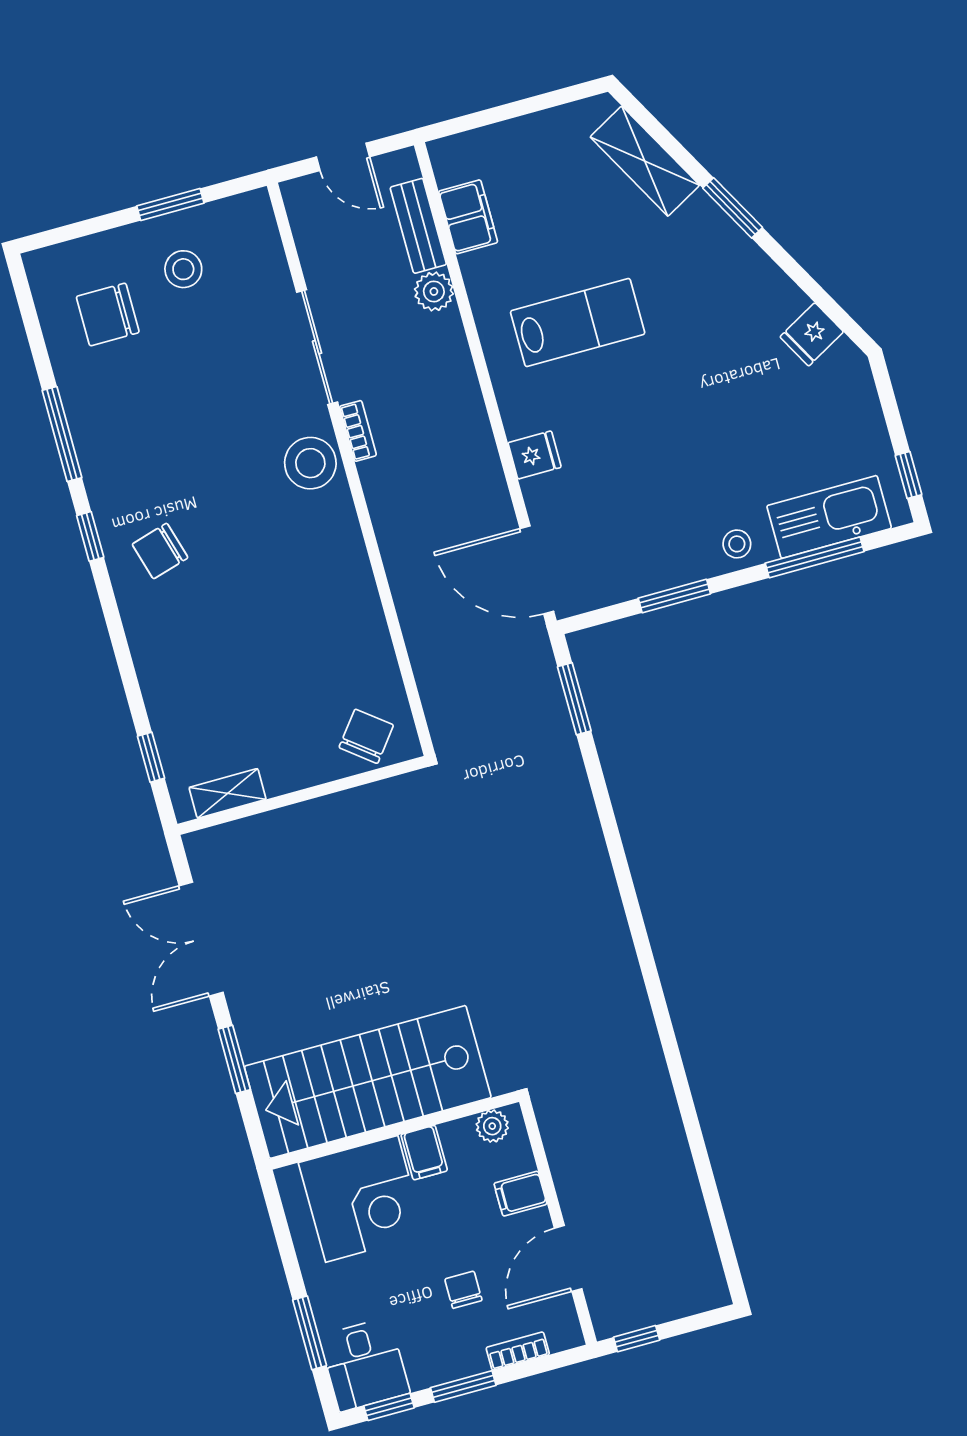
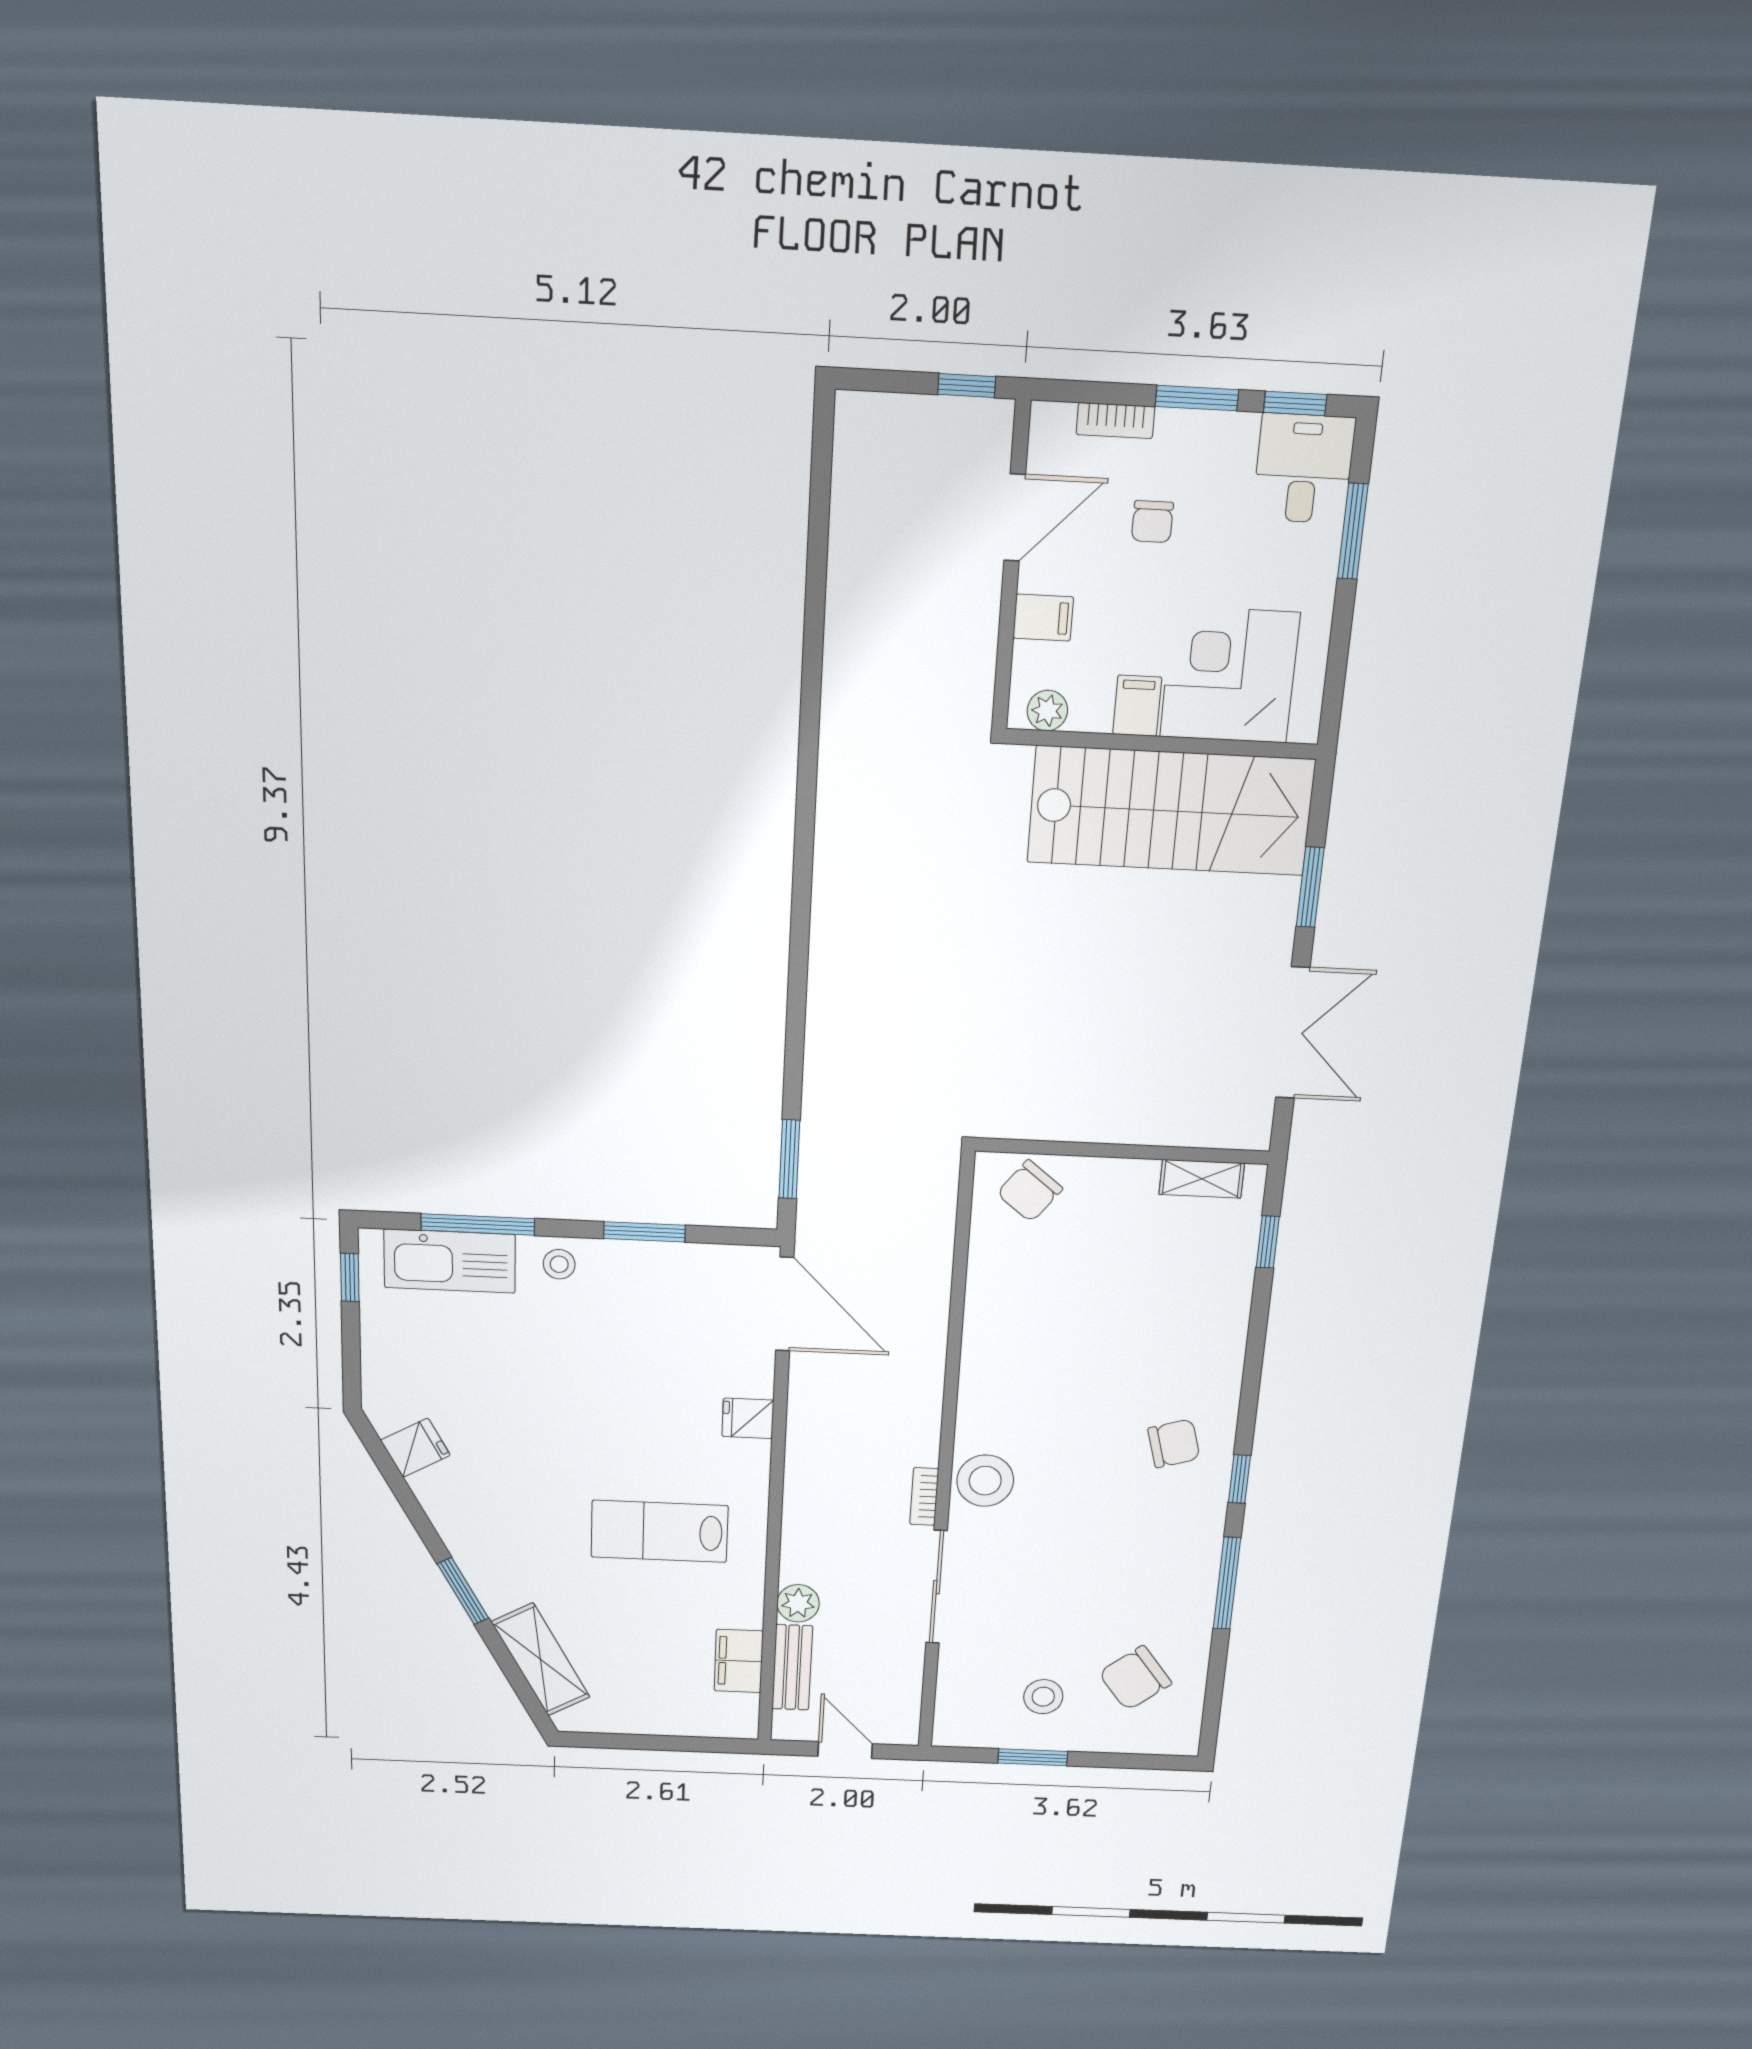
chair: (108, 315) -> (1135, 1678), turned 142

